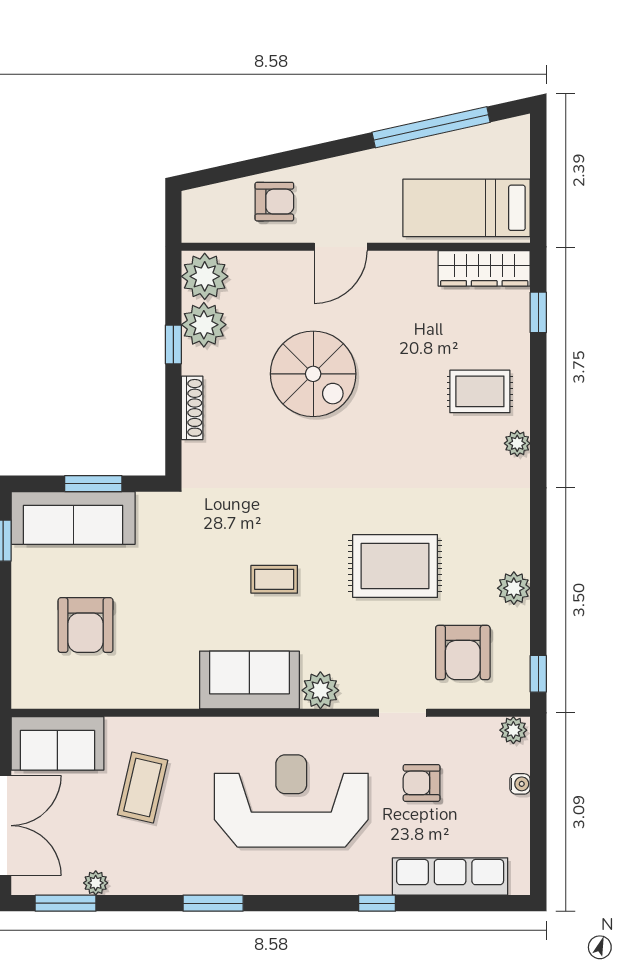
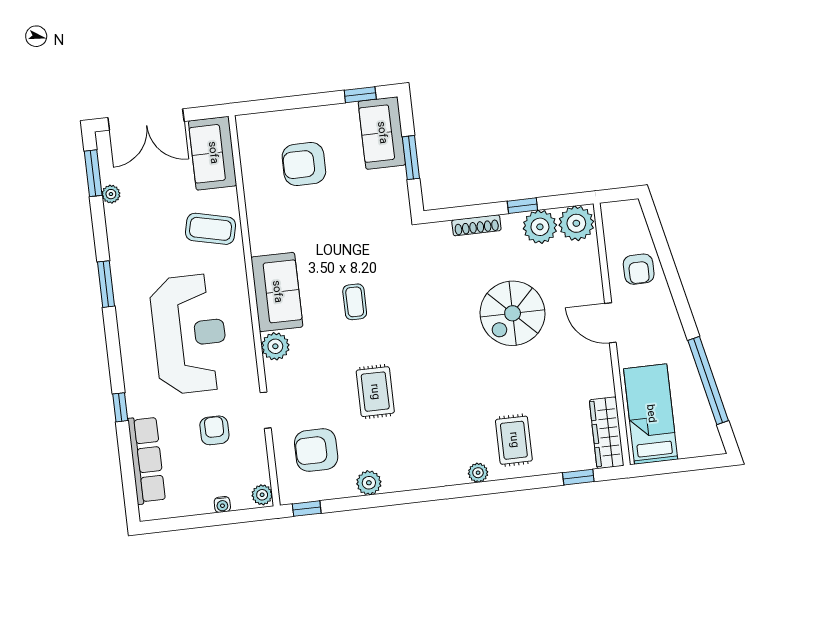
sofa: (73, 518) -> (382, 133), width x0.73
rug: (395, 566) -> (375, 392), width x0.73, depth x0.70
coffee table: (143, 788) -> (210, 229), moved

